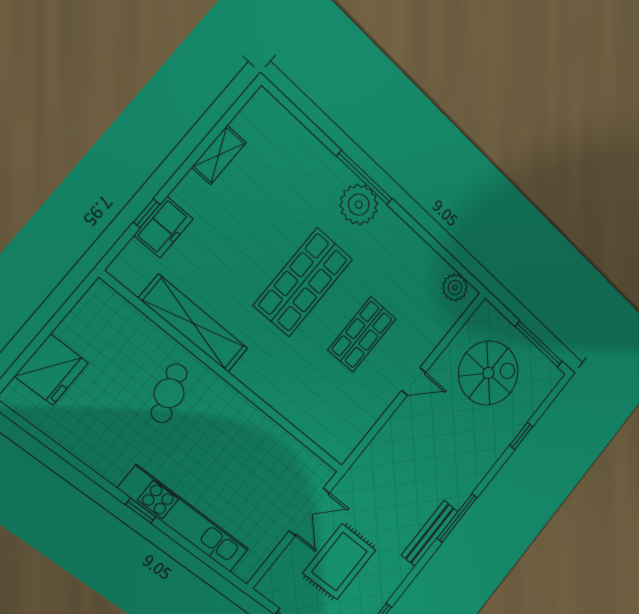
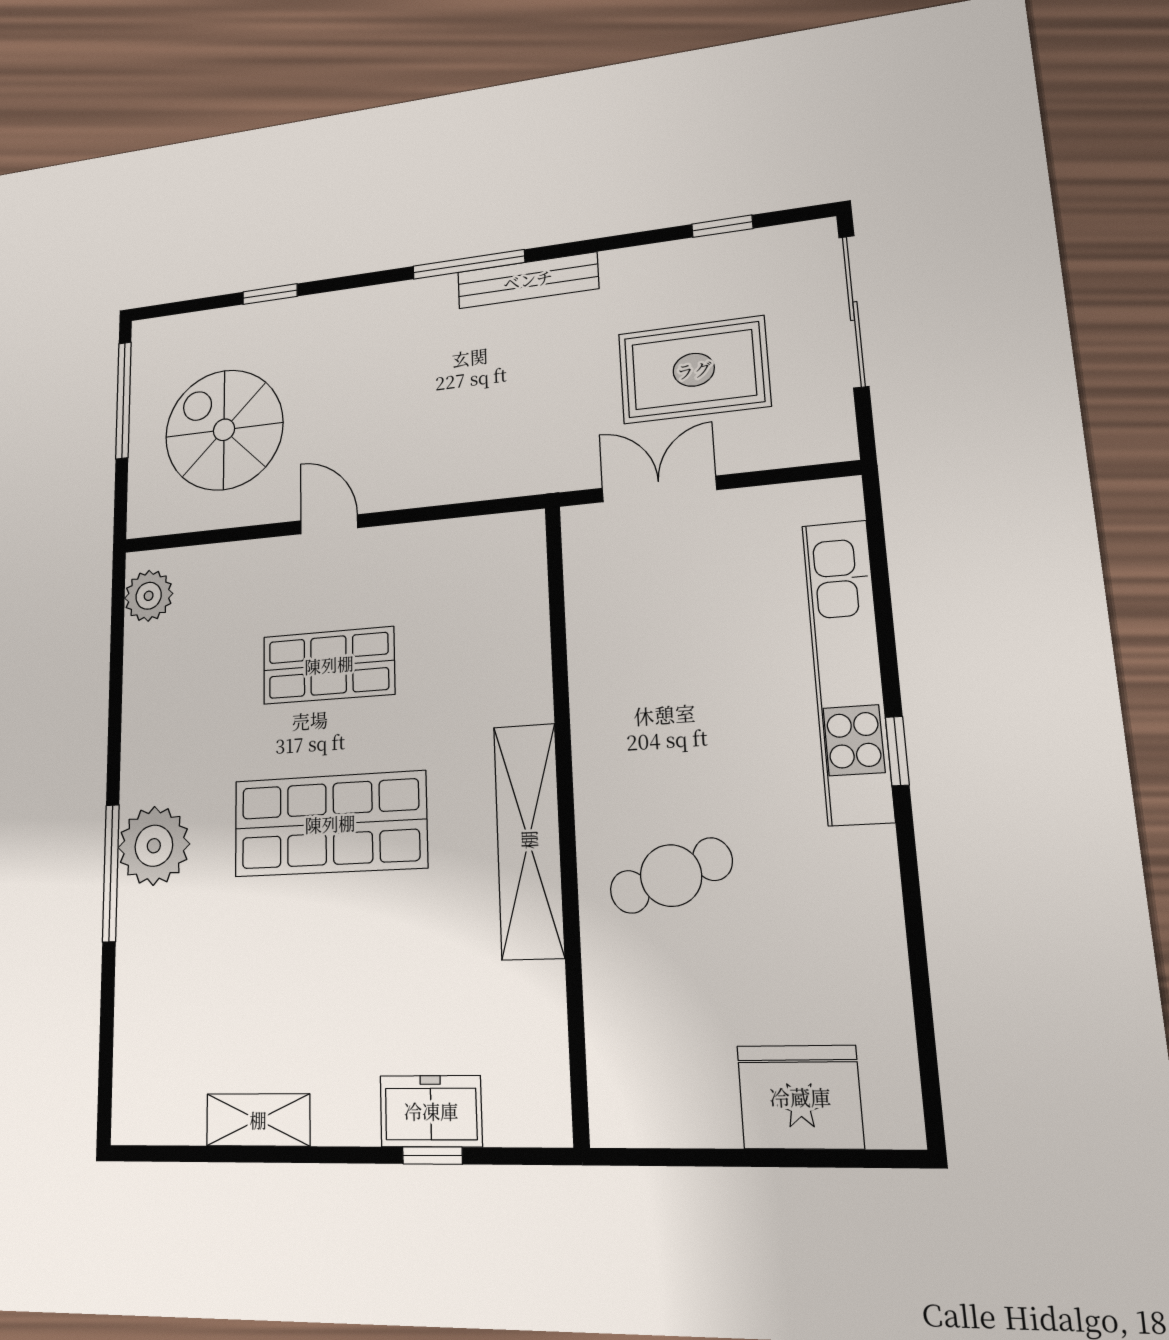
shelving: (194, 324) -> (529, 840), moved

